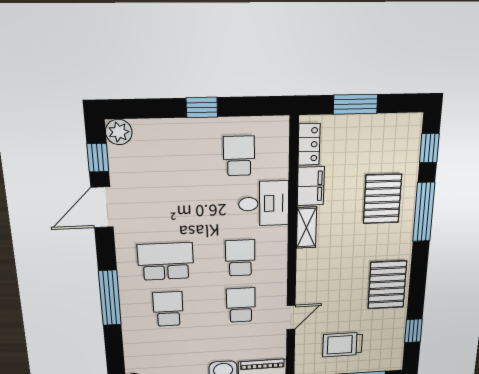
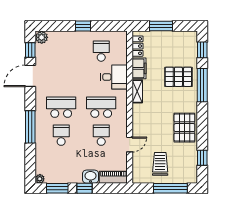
pallet: (382, 199) -> (178, 77), turned 90
school desk: (240, 258) -> (101, 107), width x1.85
trolley: (342, 345) -> (160, 164), turned 90

